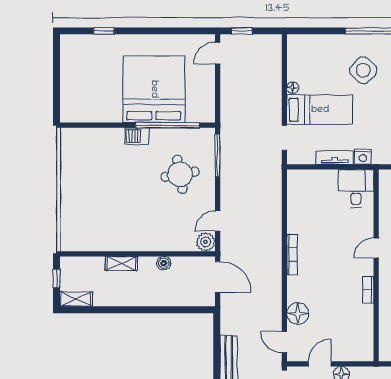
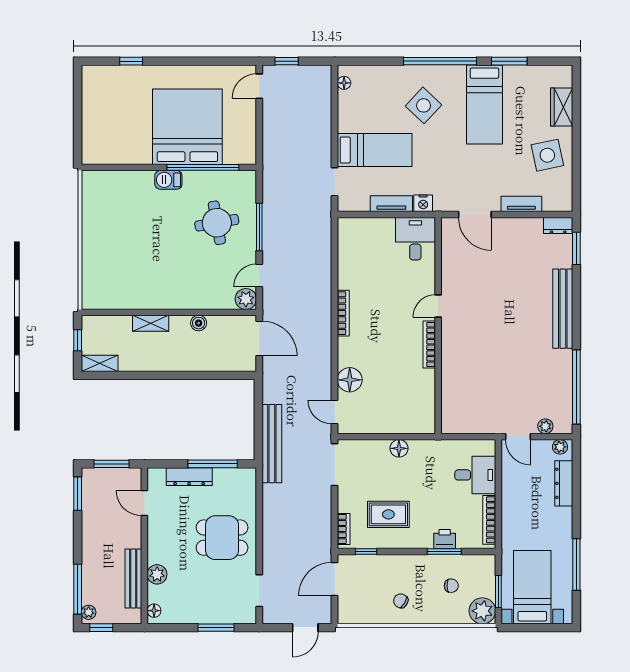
floor lamp: (293, 88) -> (344, 83), moved
window: (218, 155) -> (259, 227), moved
bookcase: (368, 290) -> (429, 345), width x1.56
door: (320, 364) -> (374, 437), removed

